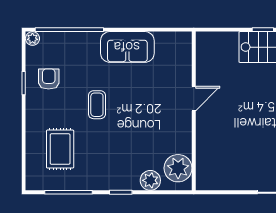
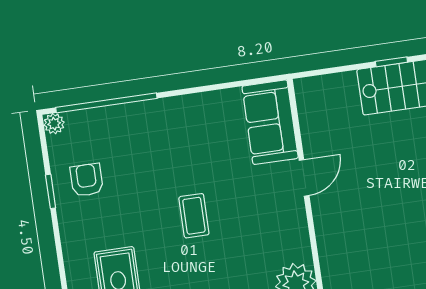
sofa: (127, 47) -> (270, 122), moved, turned 90
coffee table: (97, 105) -> (194, 216), moved

